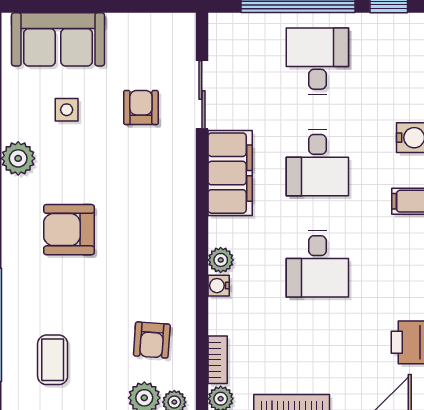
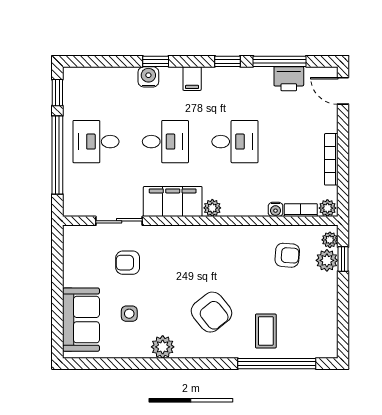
armchair: (69, 230) -> (211, 312), turned -39
plant: (221, 260) -> (212, 208), moved
water cooler: (219, 286) -> (276, 209), moved
coffee table: (53, 360) -> (266, 331), moved, turned 90

